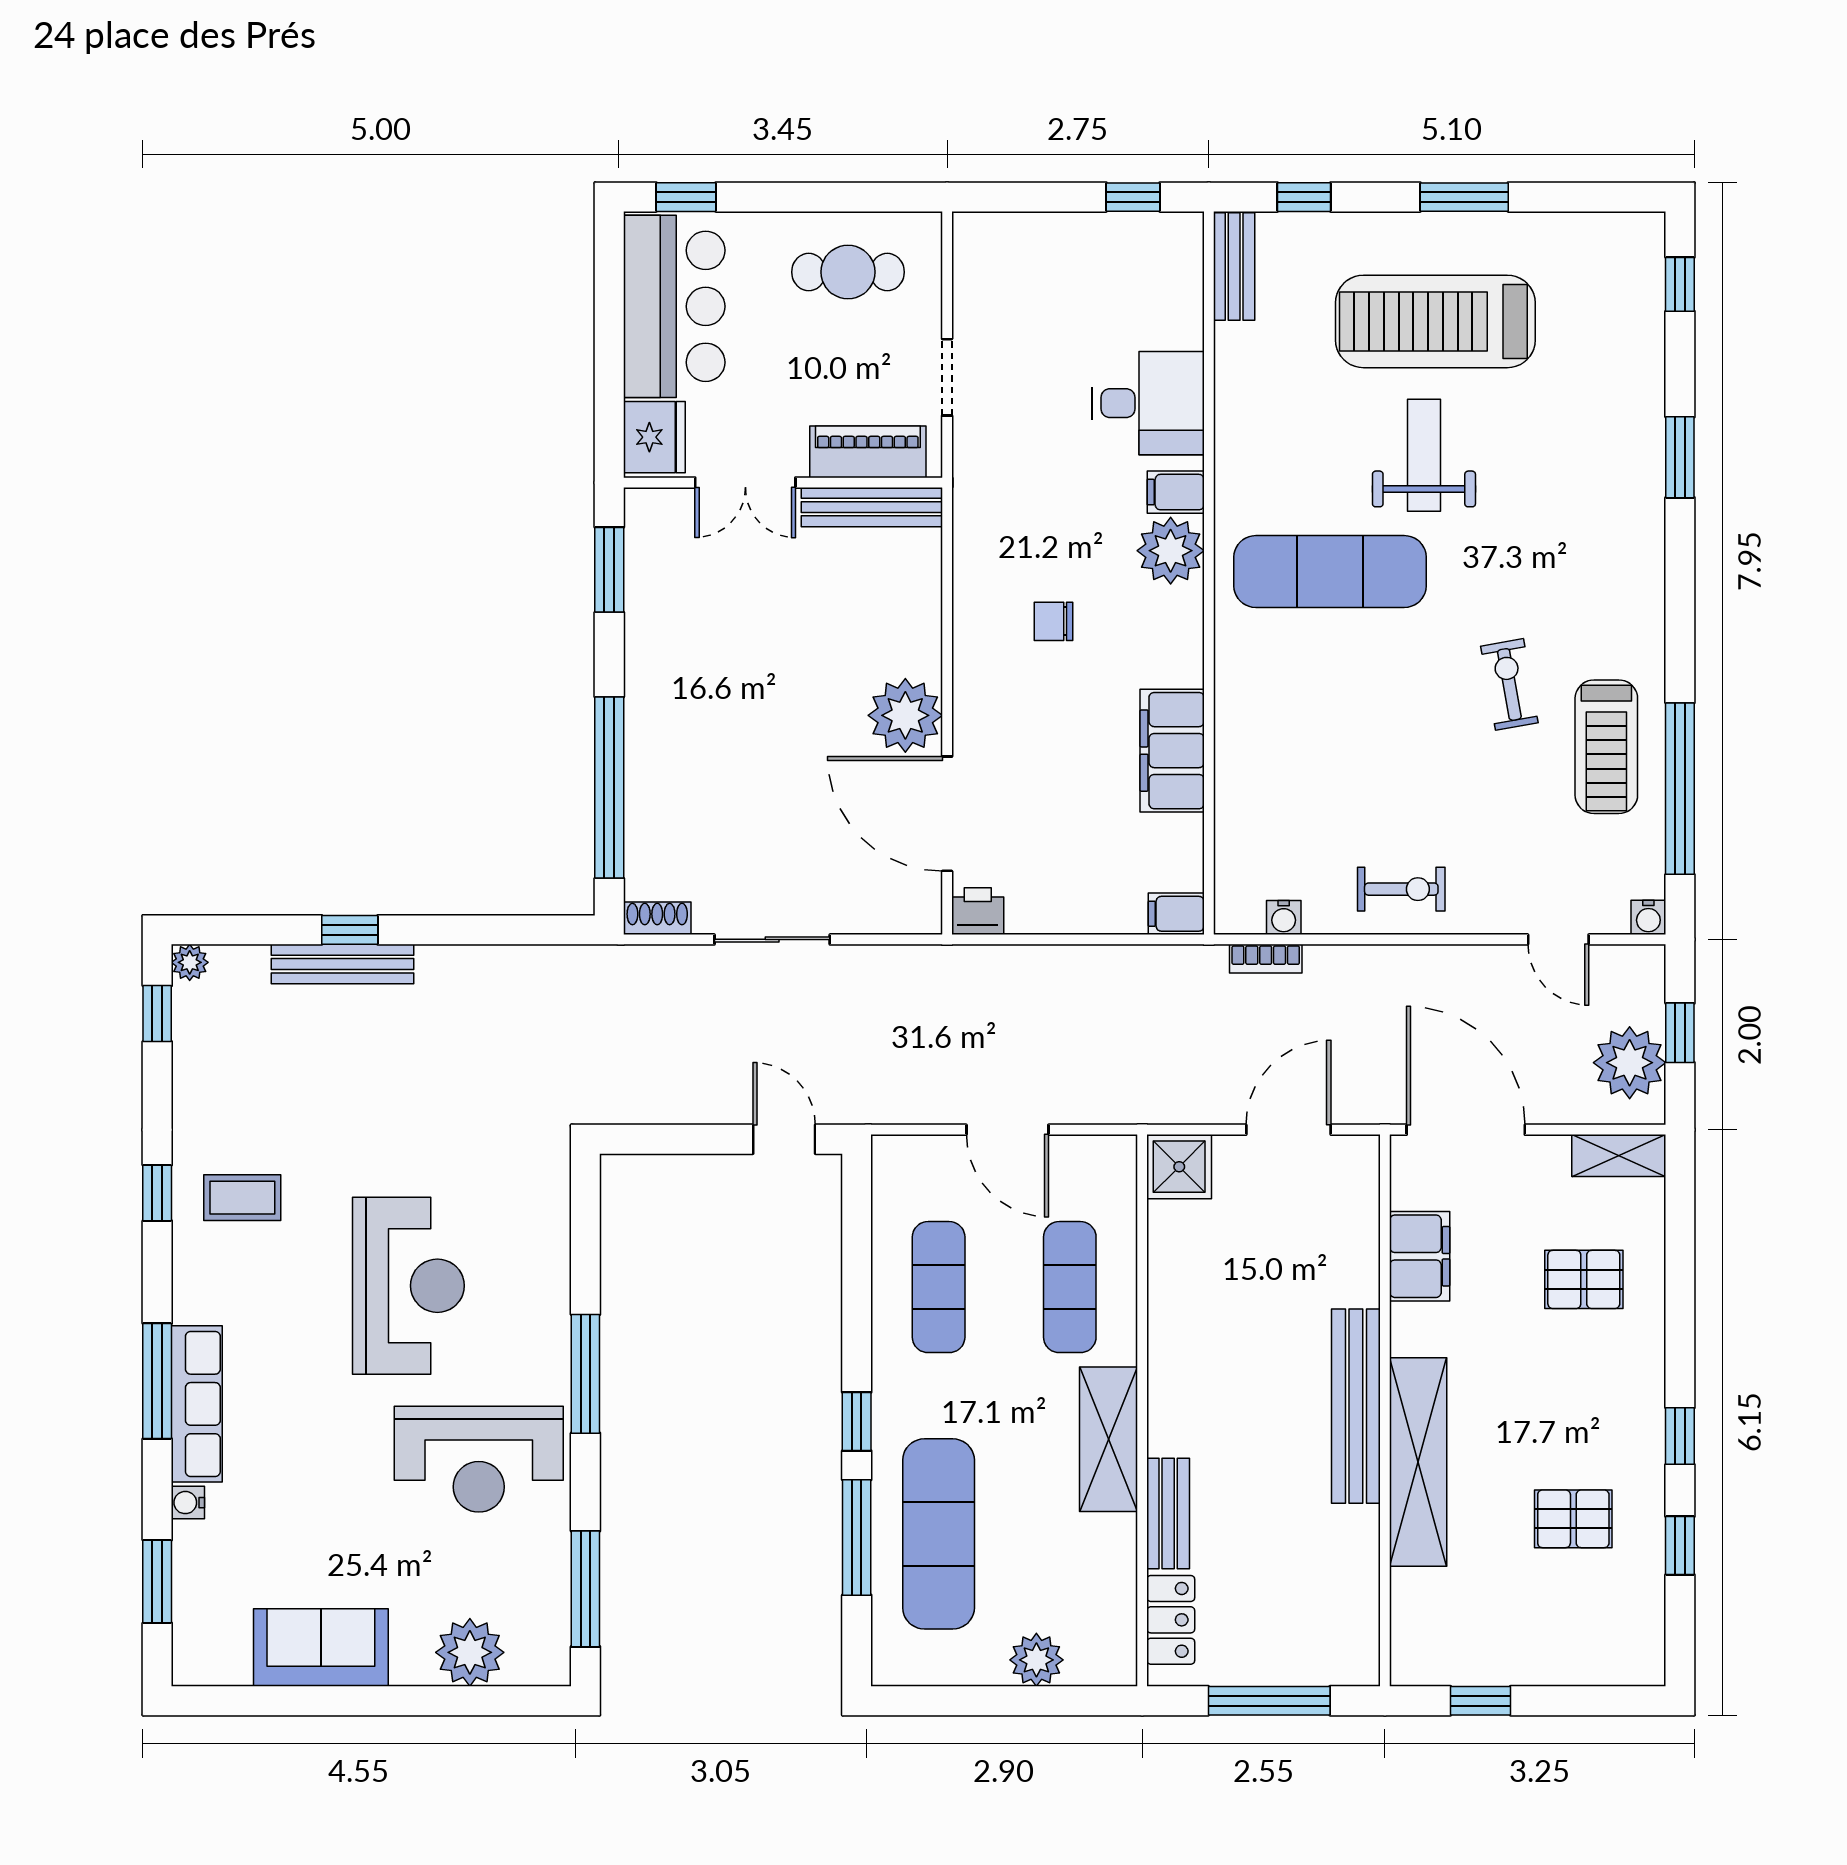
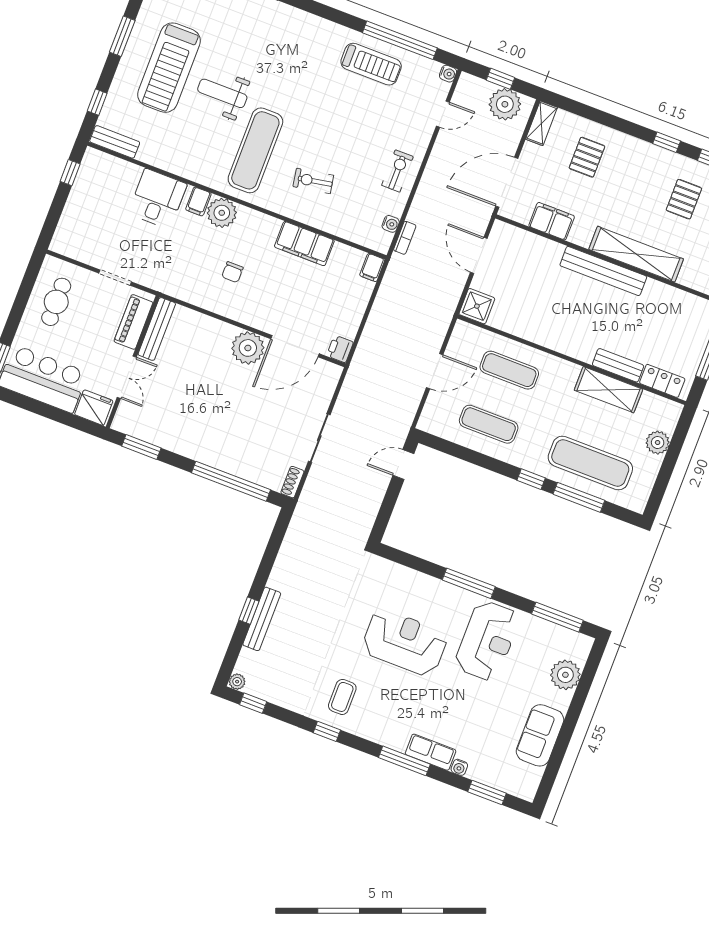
exercise bike: (1509, 684) -> (313, 181), moved
row of seats: (197, 1404) -> (431, 752), width x0.68
shelving: (1109, 1439) -> (608, 390), moved

